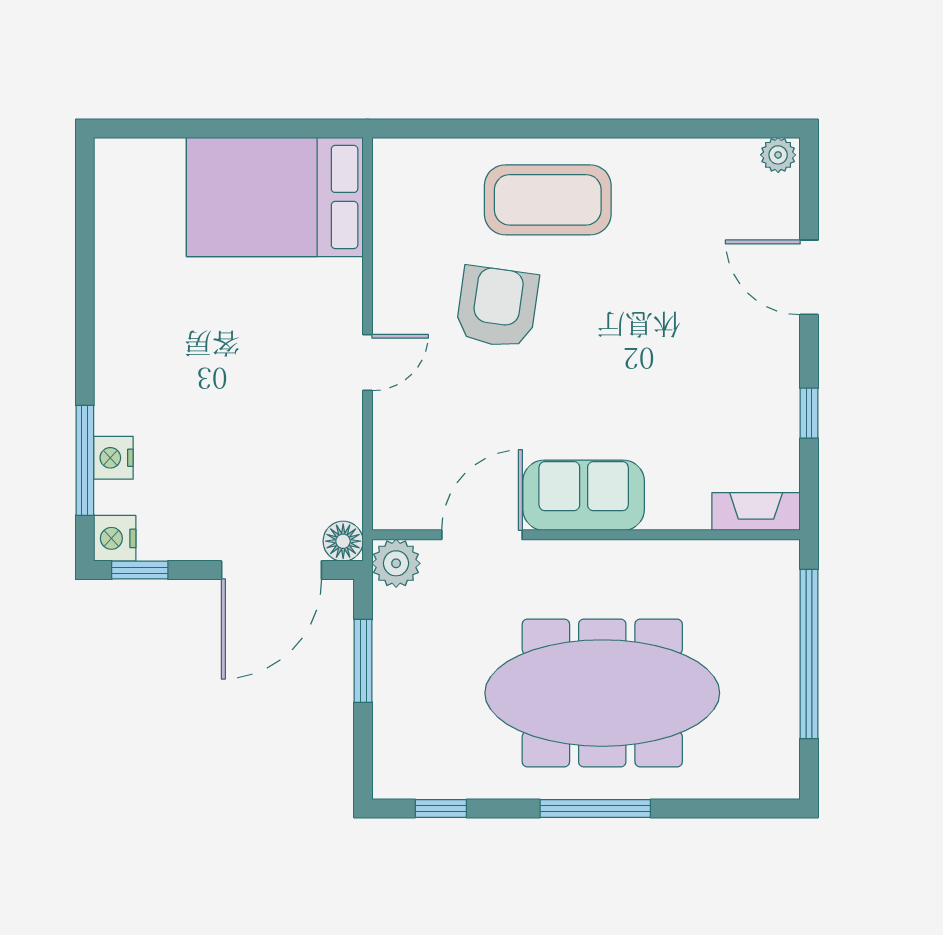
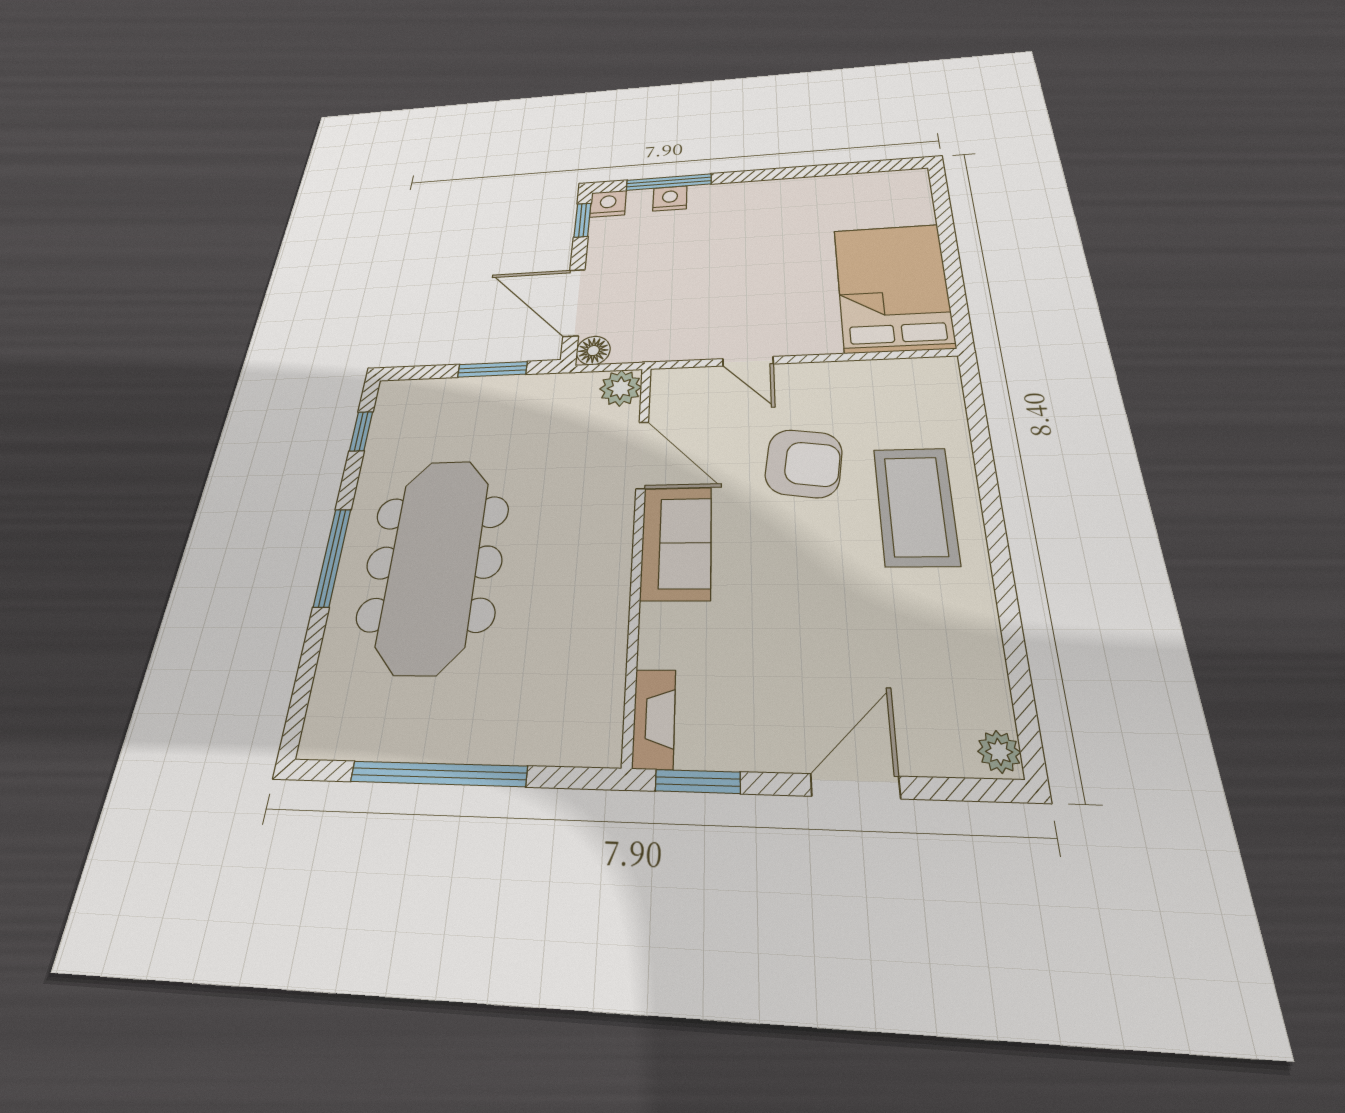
window: (809, 413) -> (698, 782), width x1.50
sofa: (584, 495) -> (676, 543), moved
fireplace: (756, 511) -> (654, 719), moved
door: (482, 535) -> (642, 455), moved
wall: (586, 535) -> (638, 546), moved
plant: (396, 563) -> (621, 388), moved

